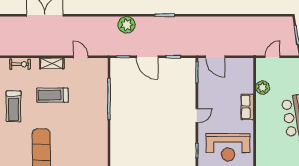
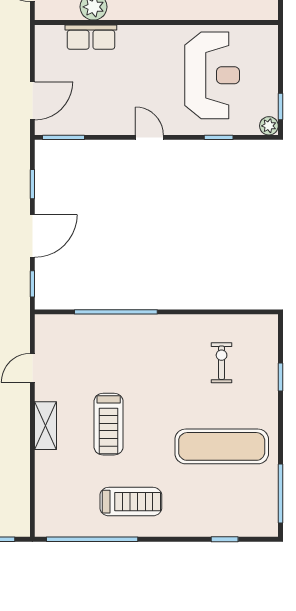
exercise bike: (20, 64) -> (222, 363), moved
row of seats: (247, 107) -> (91, 37), moved

